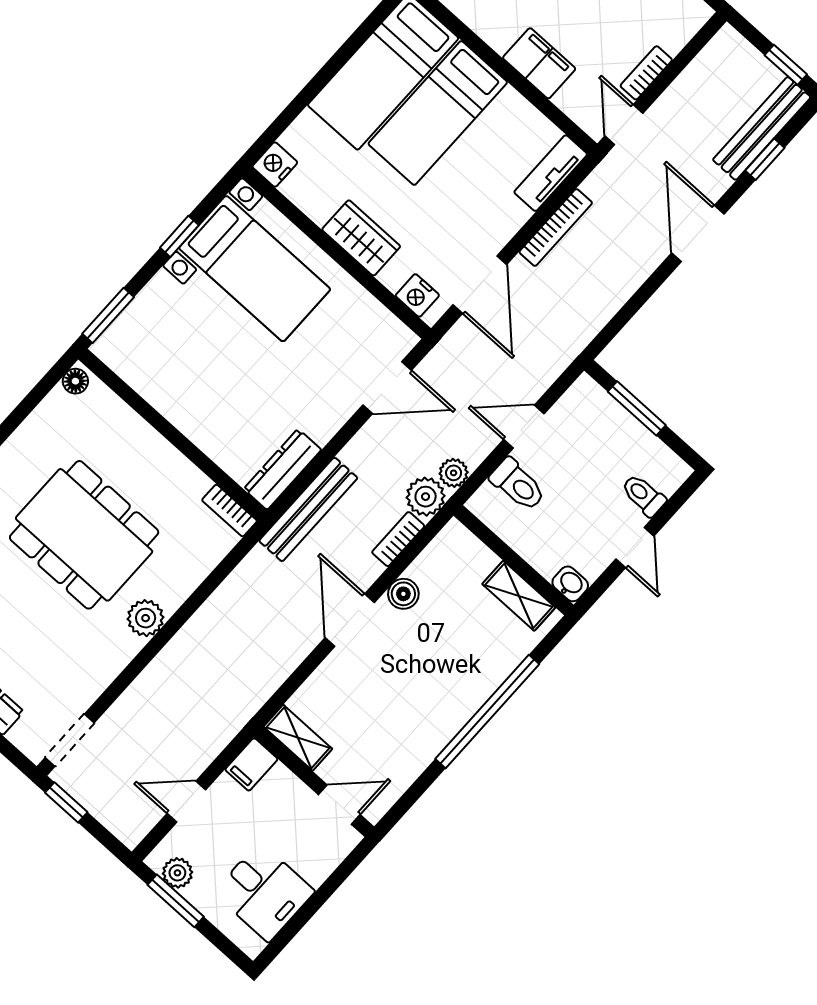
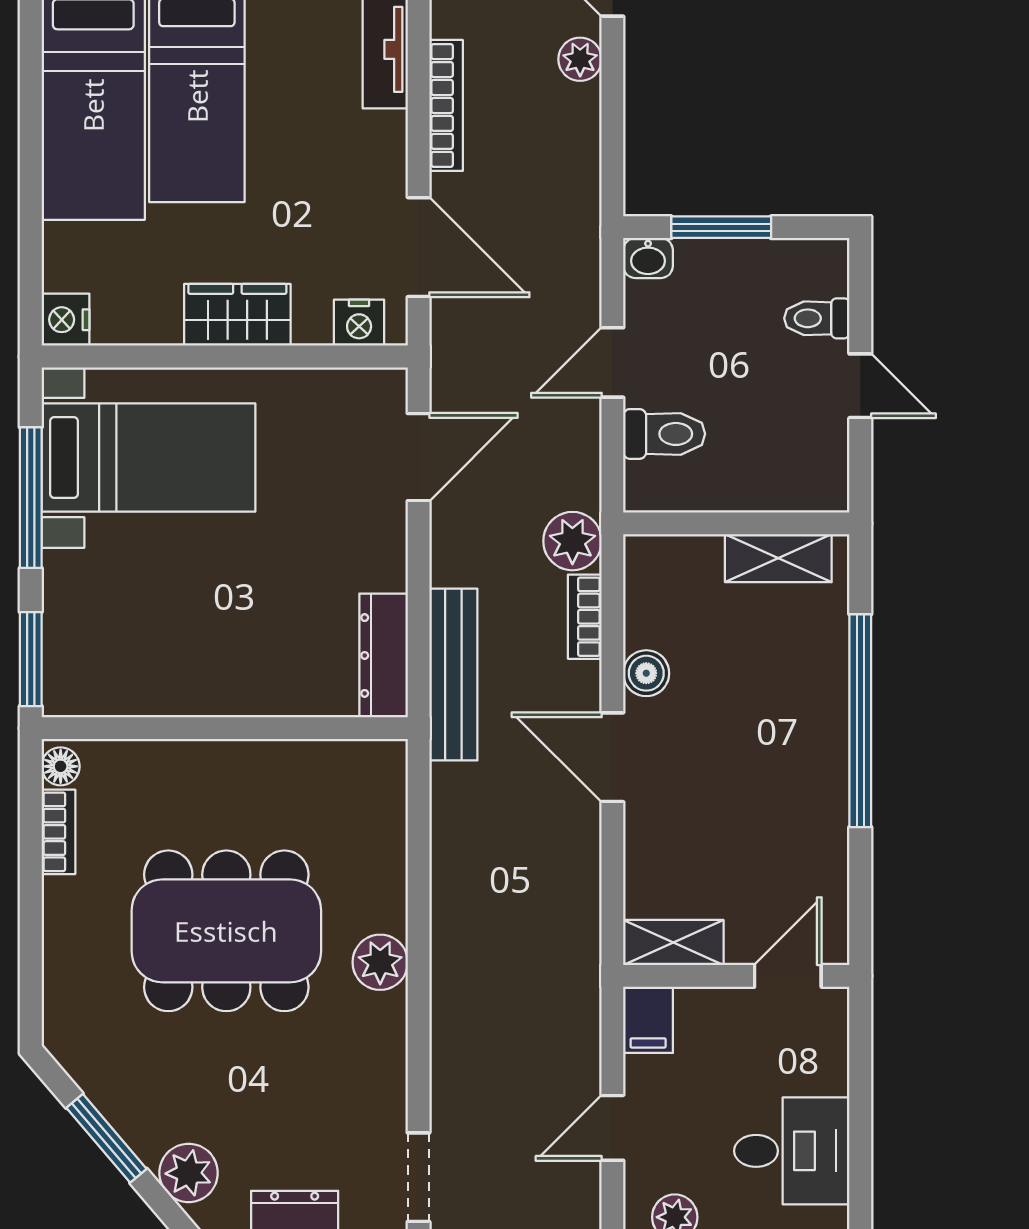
window: (179, 236) -> (31, 498), width x2.17
plant: (454, 473) -> (580, 59), moved
bookcase: (229, 511) -> (58, 832), moved, turned -90
washbasin: (570, 584) -> (648, 258), moved, turned 180

